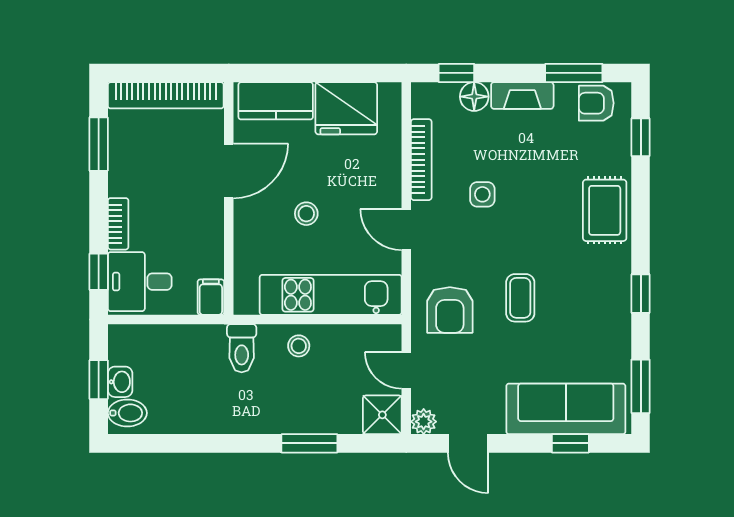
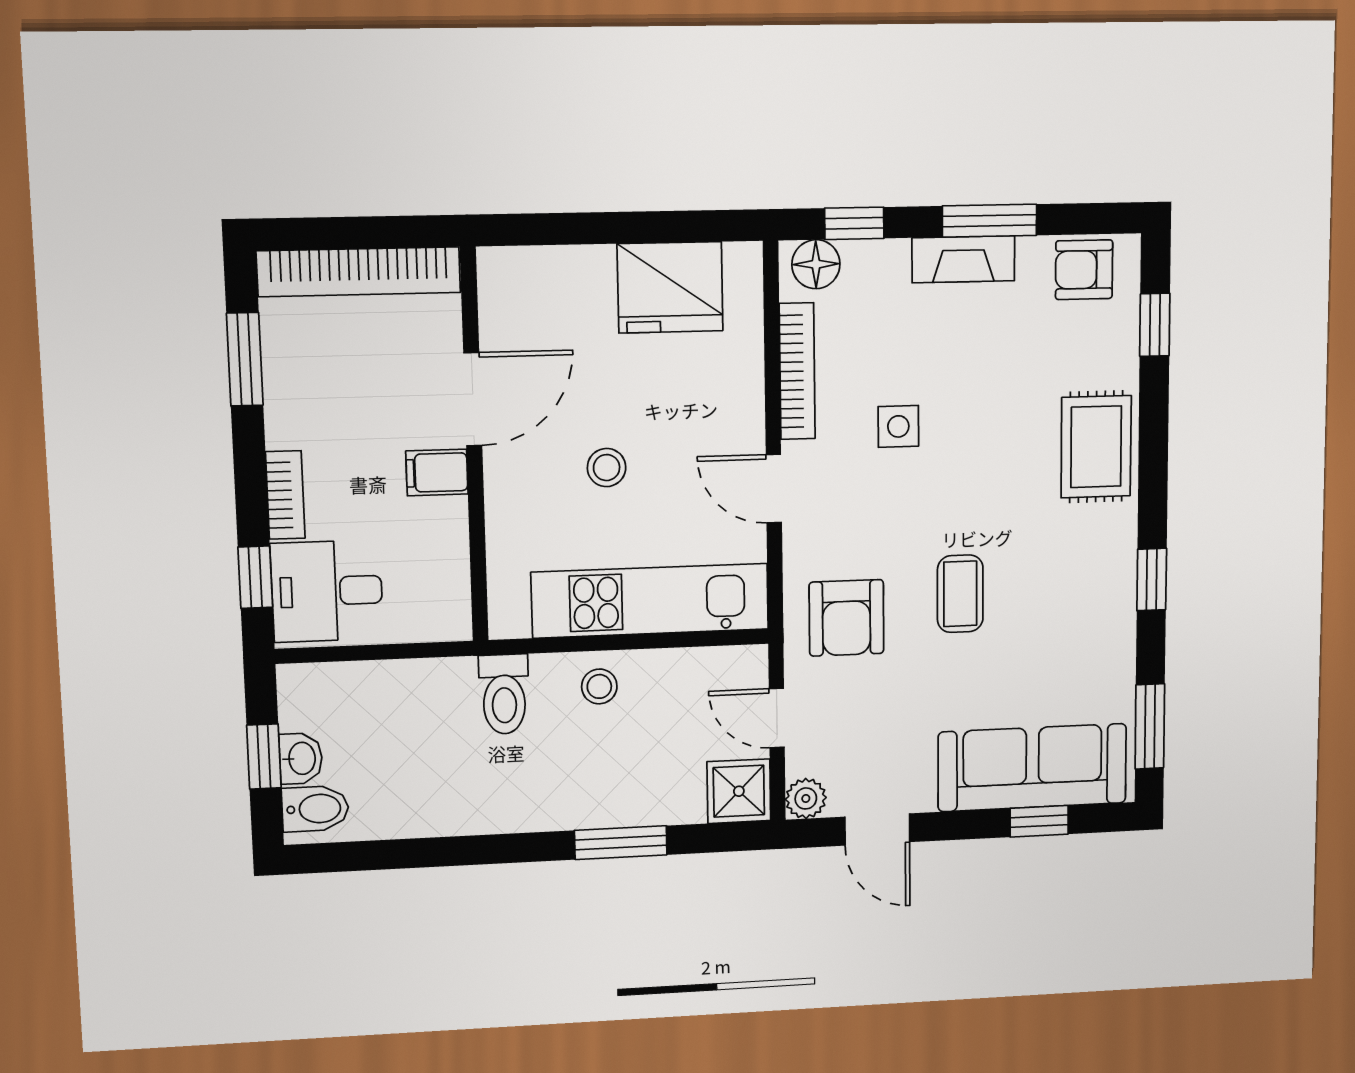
window: (574, 73) -> (990, 221), moved
floor lamp: (474, 97) -> (816, 264), moved
kitchen counter: (276, 101) -> (550, 277), removed
filing cabinet: (211, 297) -> (437, 472), moved, turned -90

